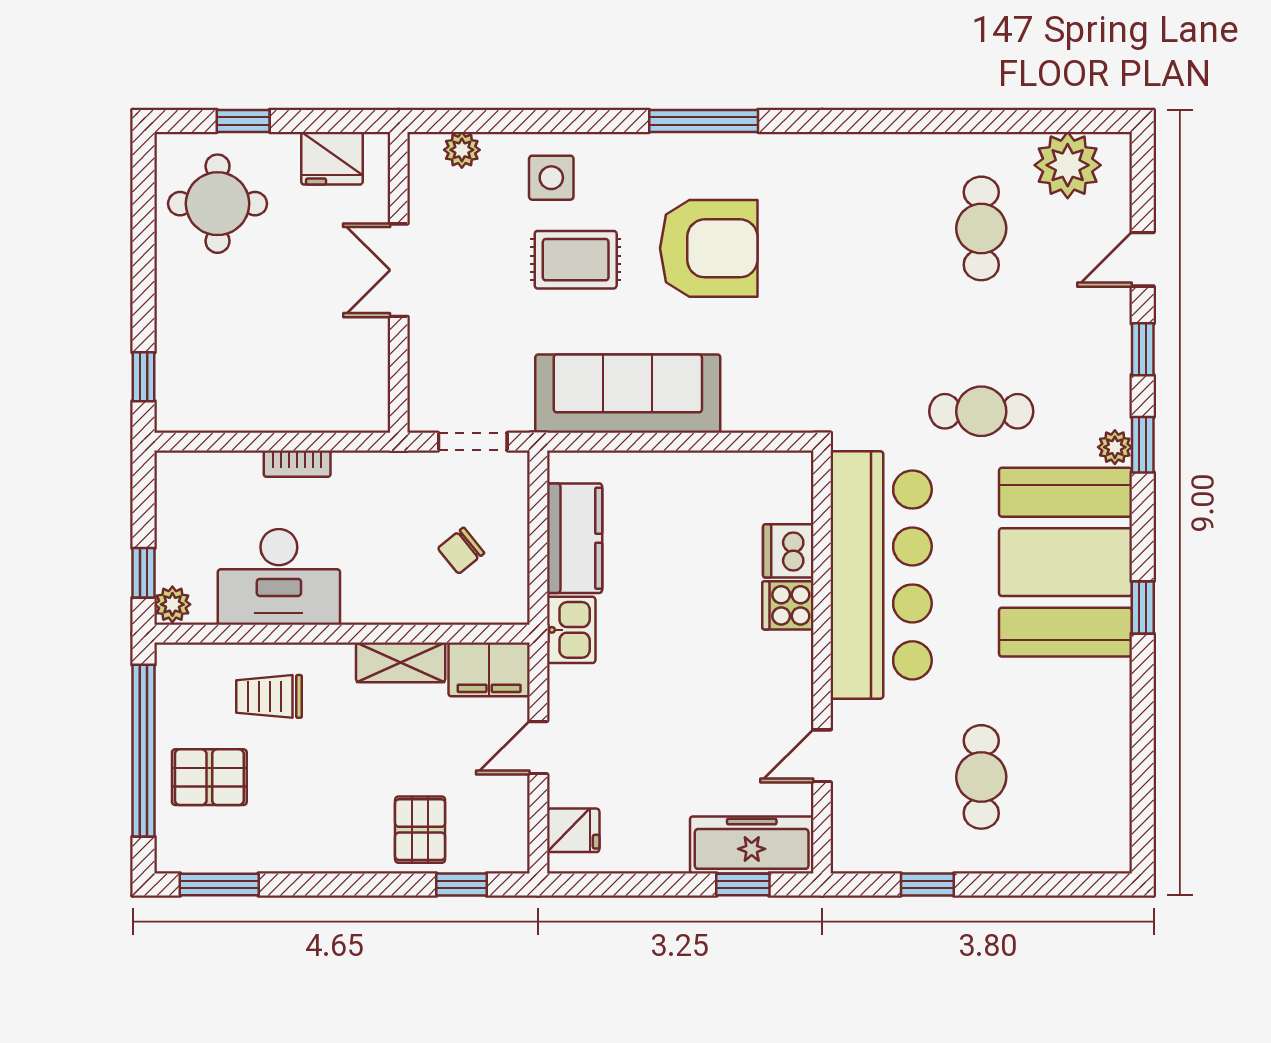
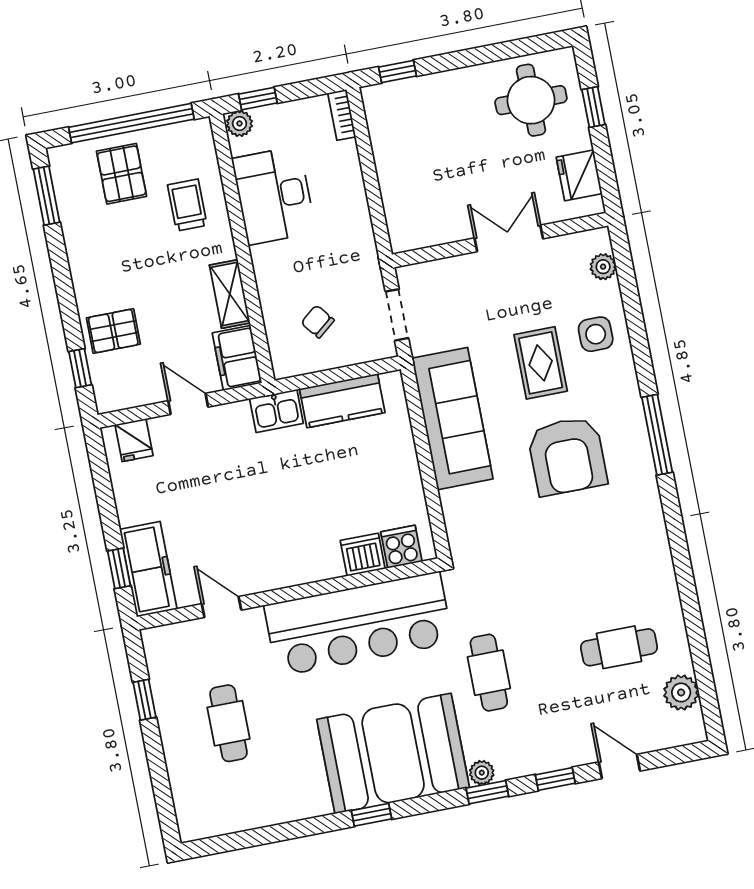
plant: (1068, 165) -> (681, 692), width x0.73, depth x0.73
bookcase: (297, 464) -> (342, 115), moved
cooker: (788, 605) -> (401, 547), moved
cafe table: (981, 777) -> (229, 723), turned 90

